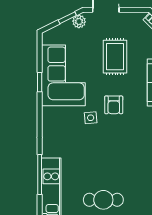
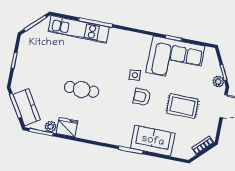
cafe table: (103, 200) -> (82, 89), moved, turned 90

